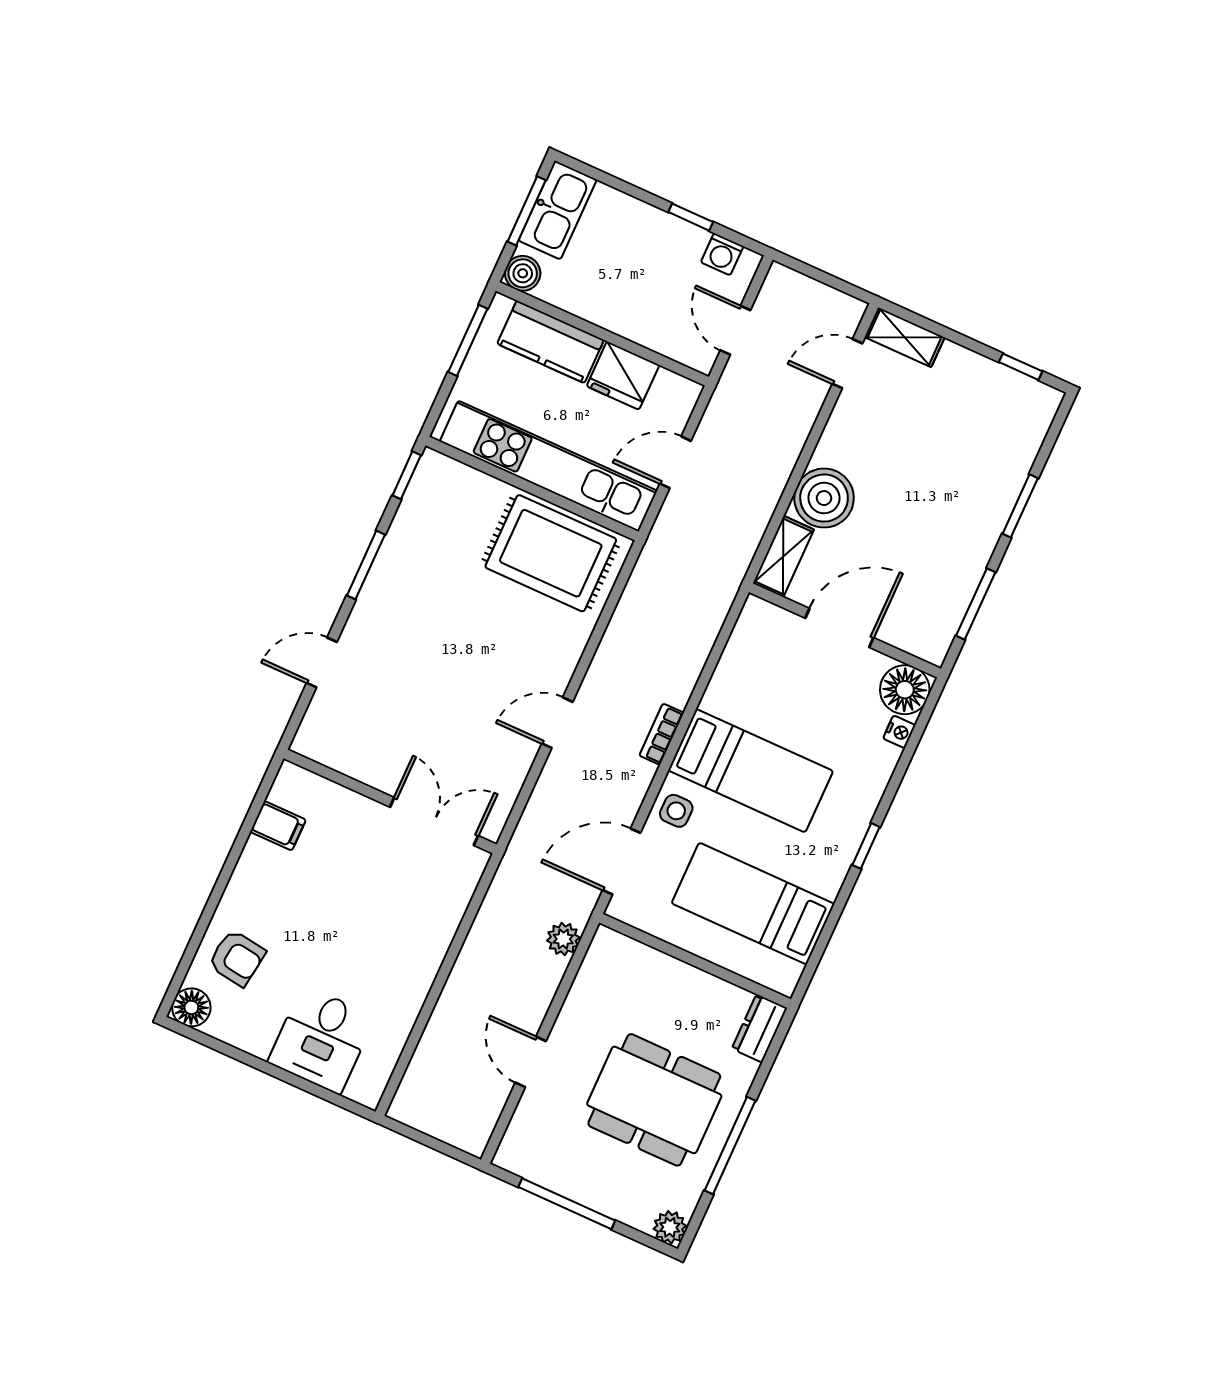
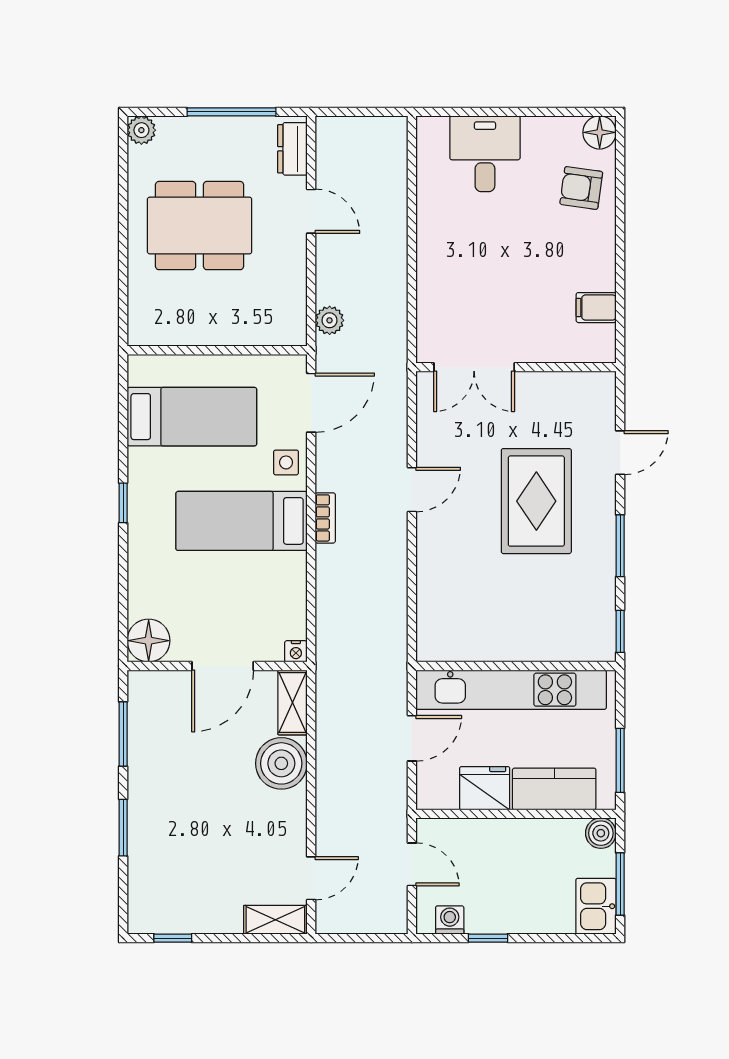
kitchen sink: (558, 210) -> (596, 906), width x0.73
rug: (551, 553) -> (536, 501), moved, turned 90
nightstand: (899, 732) -> (296, 651), moved, turned -90
dresser: (759, 1028) -> (292, 149), moved, turned 180
window: (730, 1146) -> (123, 217), removed

